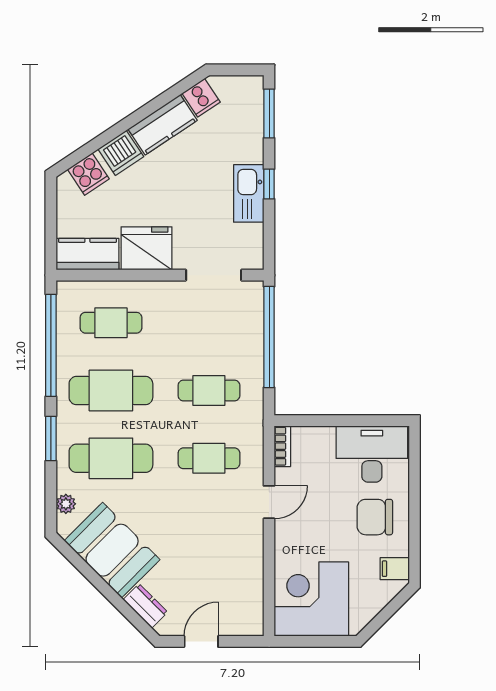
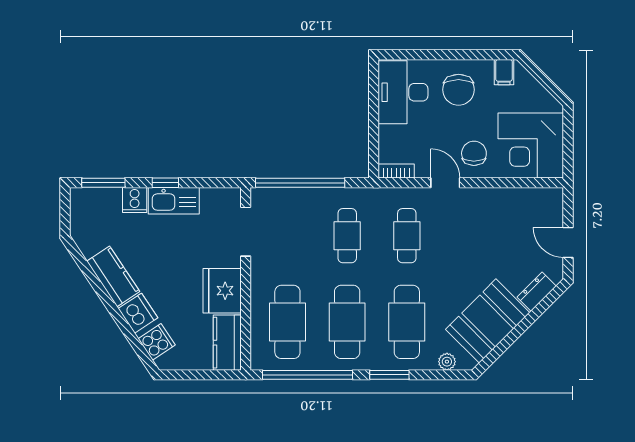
cooker: (201, 98) -> (135, 200), moved, turned 124
cafe table: (111, 323) -> (287, 322), width x1.37, depth x1.35
chair: (303, 535) -> (474, 153), added

